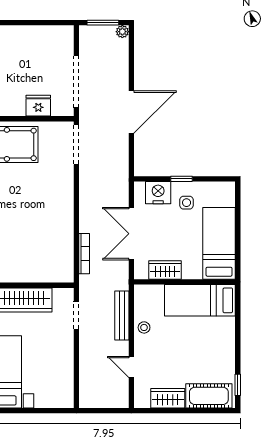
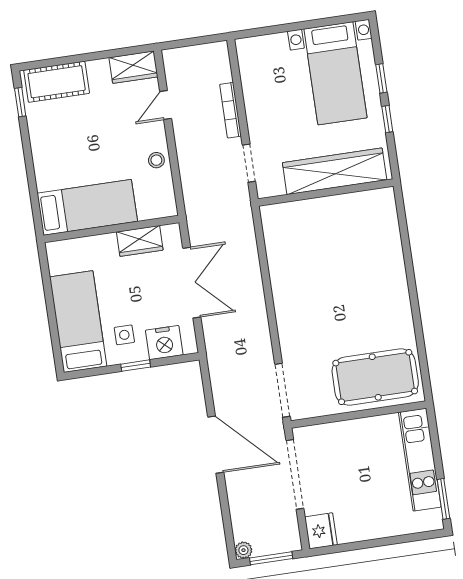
fridge: (38, 106) -> (321, 531), moved, turned -90
door: (131, 112) -> (216, 445), swing flipped
bed: (219, 243) -> (78, 322), moved, turned 180
bookcase: (84, 254) -> (231, 110), moved
bench: (122, 316) -> (188, 172), removed
door: (131, 367) -> (166, 105), swing flipped
wardrobe: (168, 398) -> (133, 67), moved

